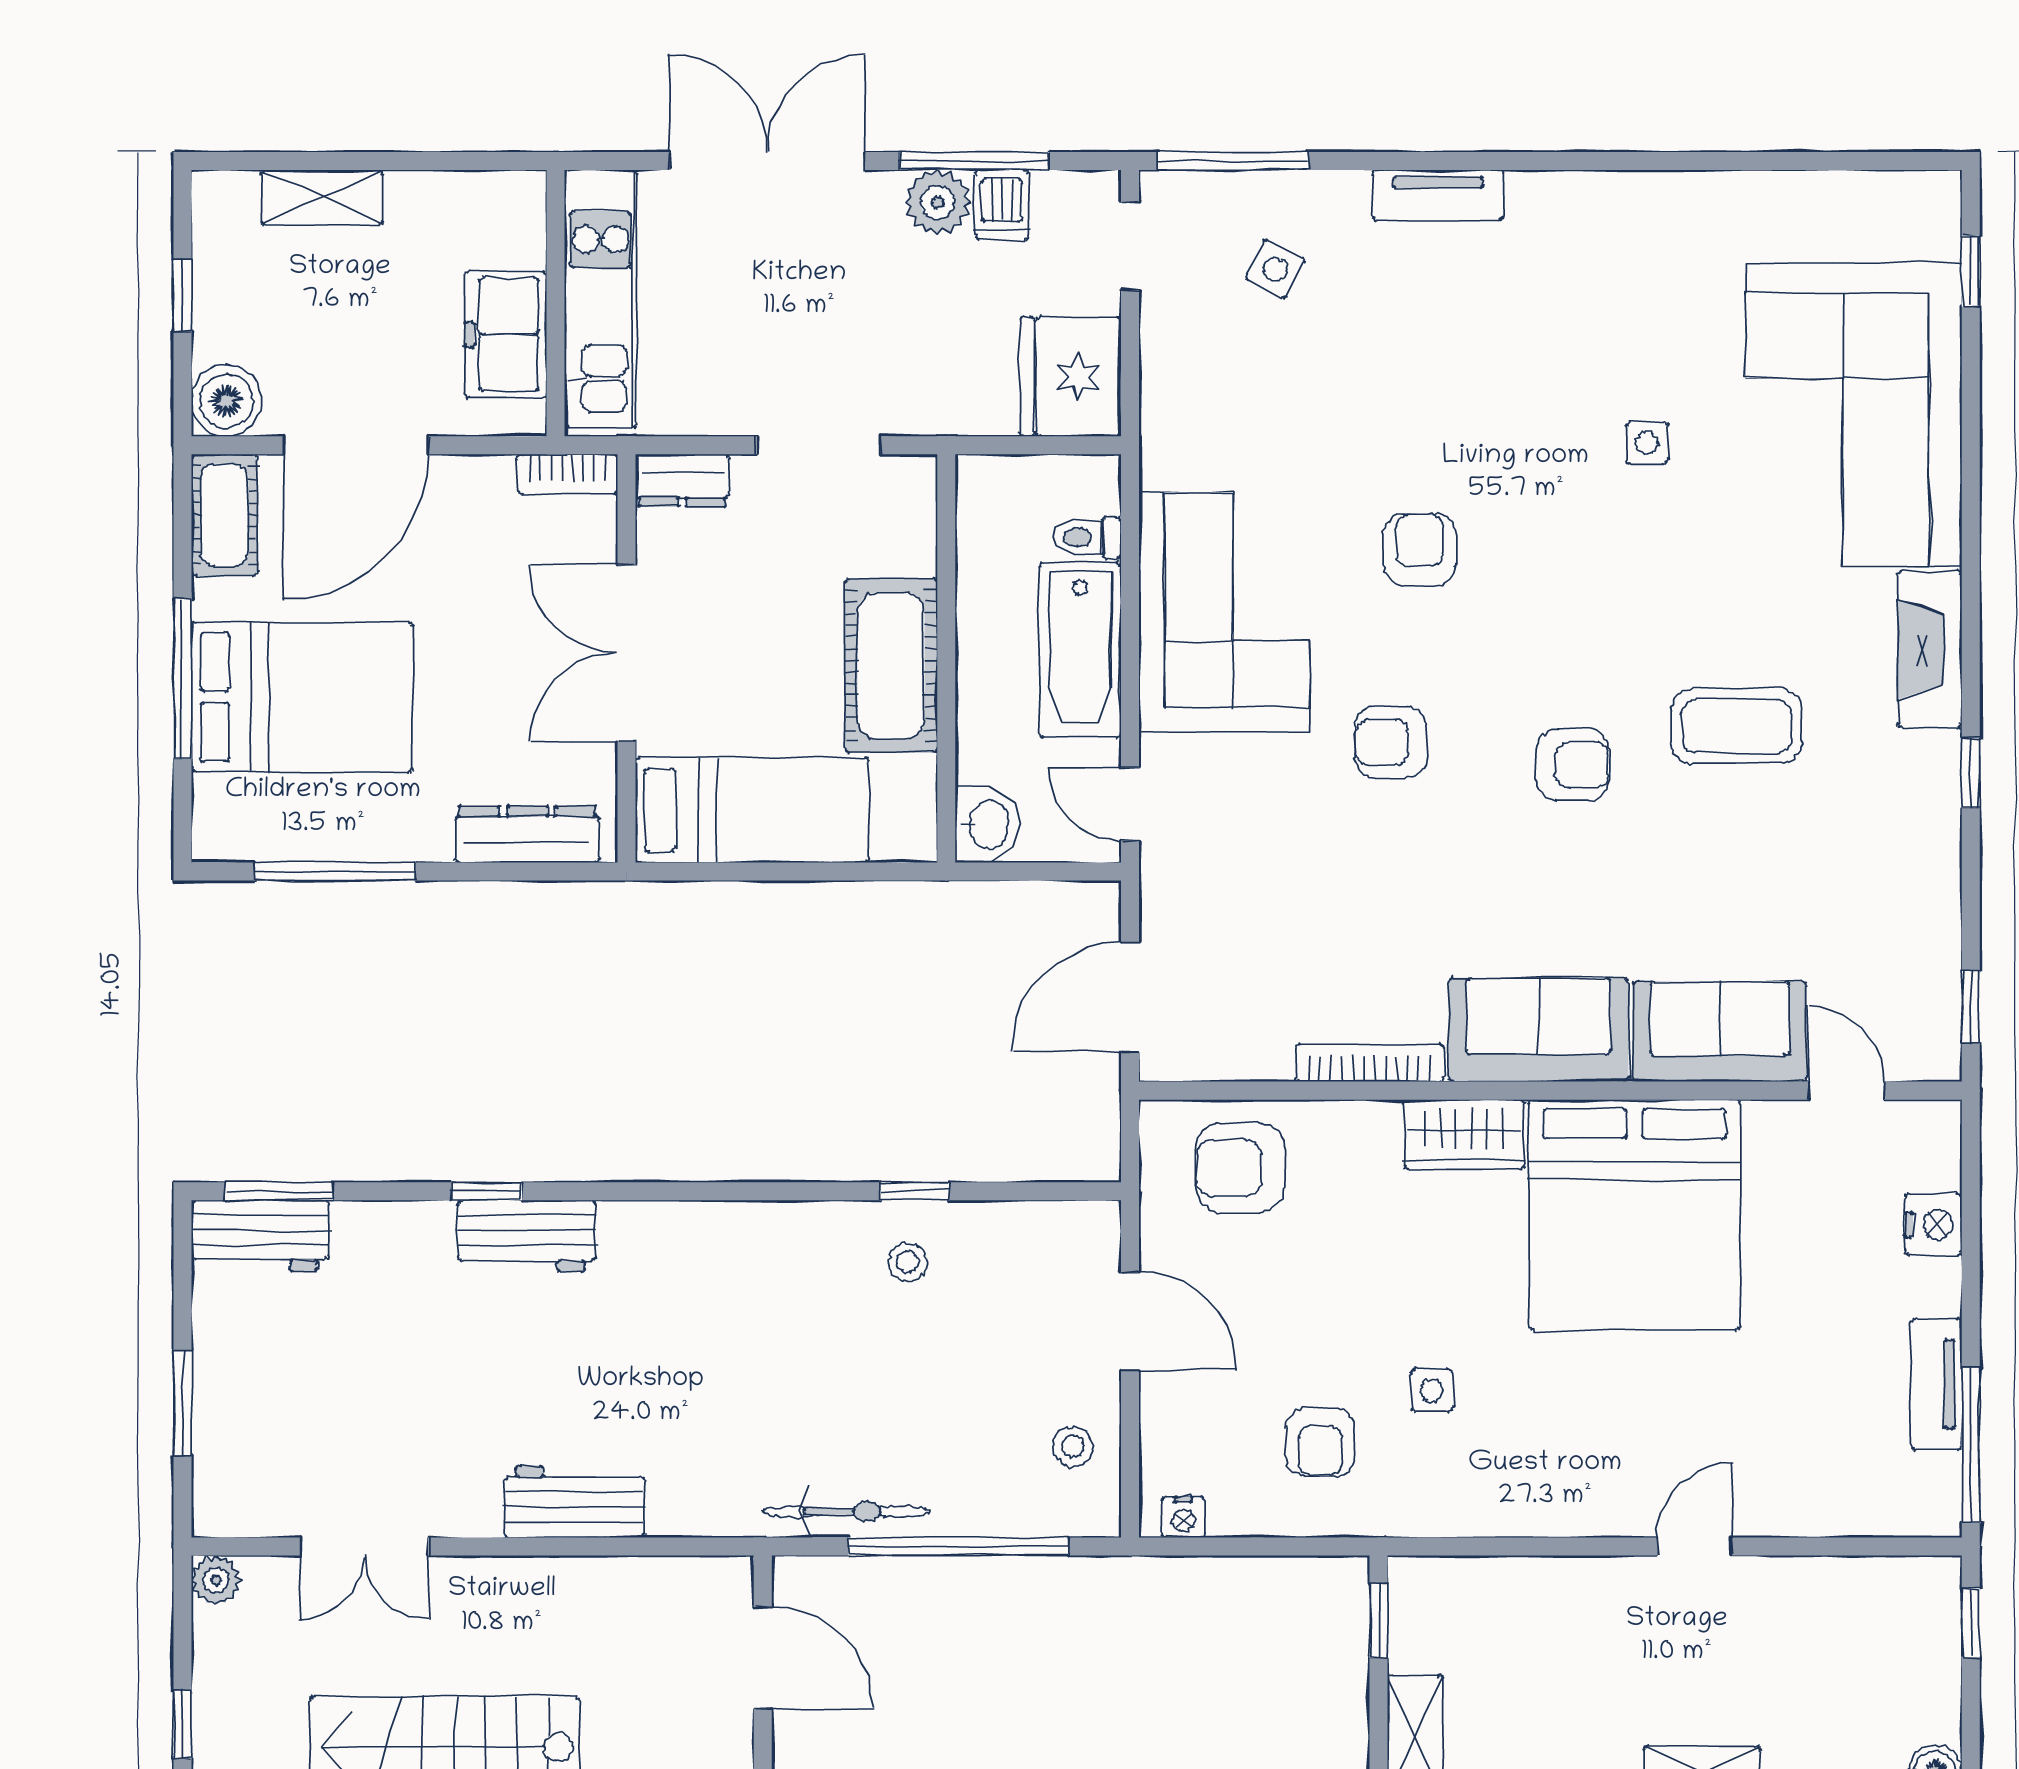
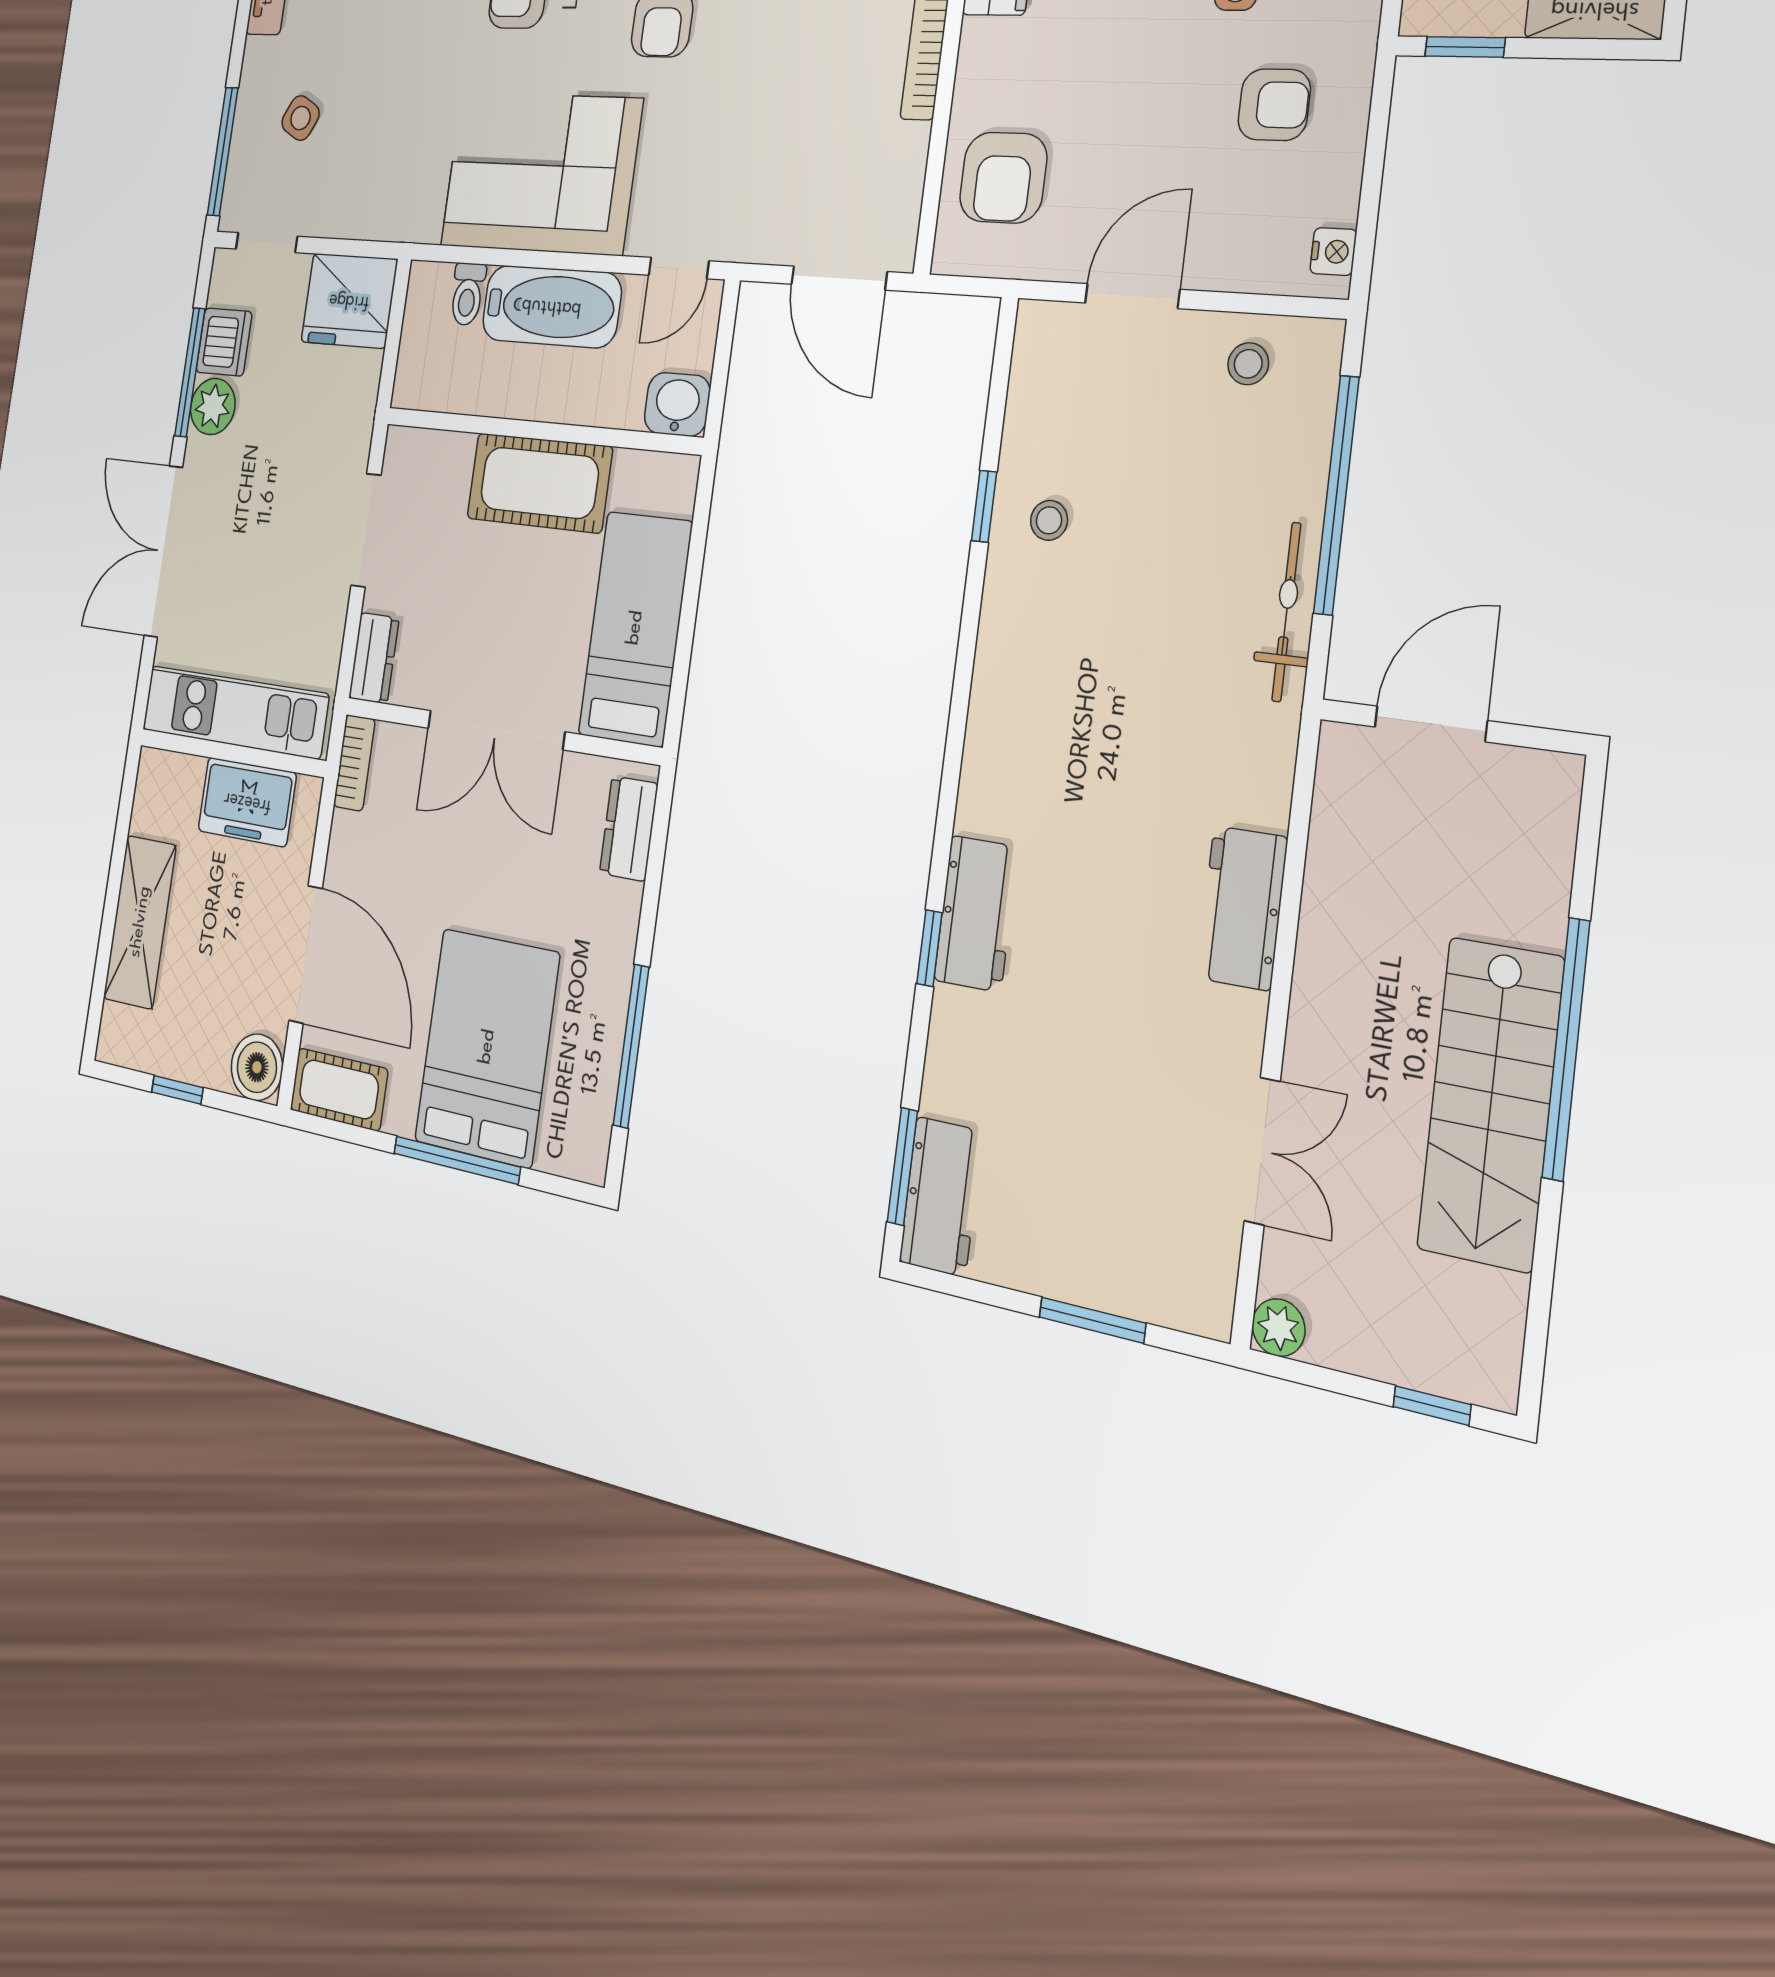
shelving: (322, 197) -> (140, 922), width x1.50, depth x1.33
dishwasher: (1002, 205) -> (224, 342), width x1.38
dresser: (527, 834) -> (629, 828), width x0.70

